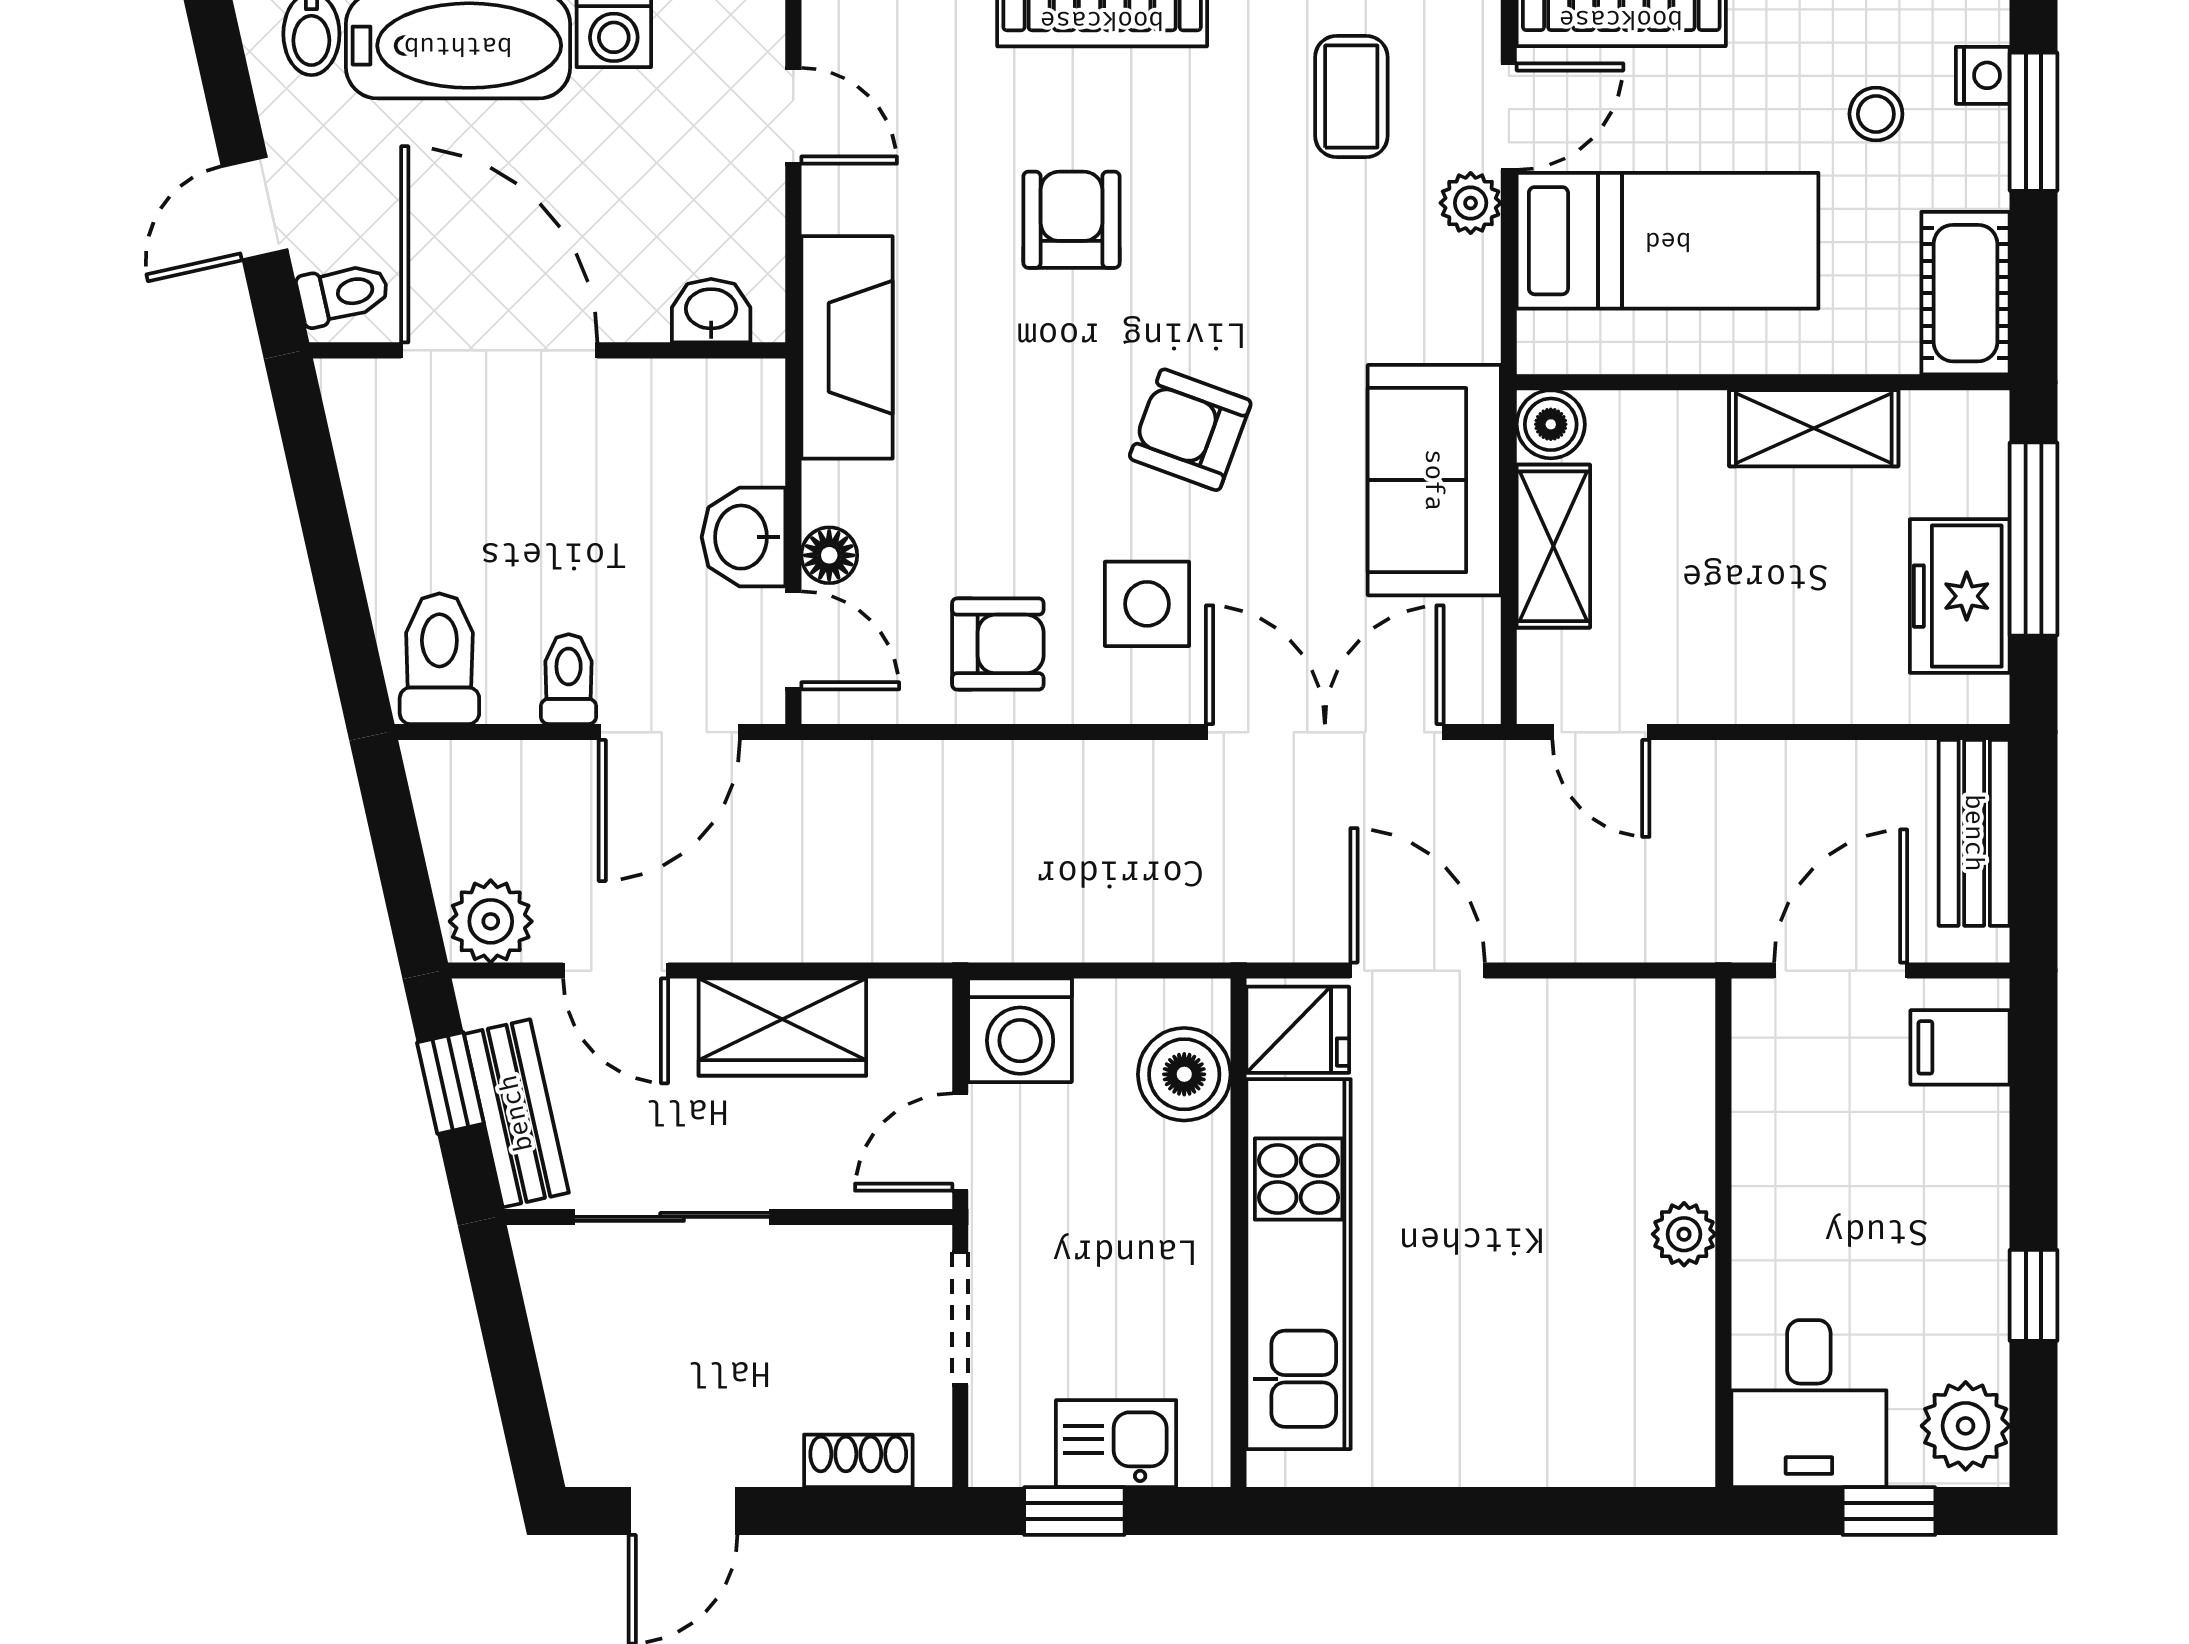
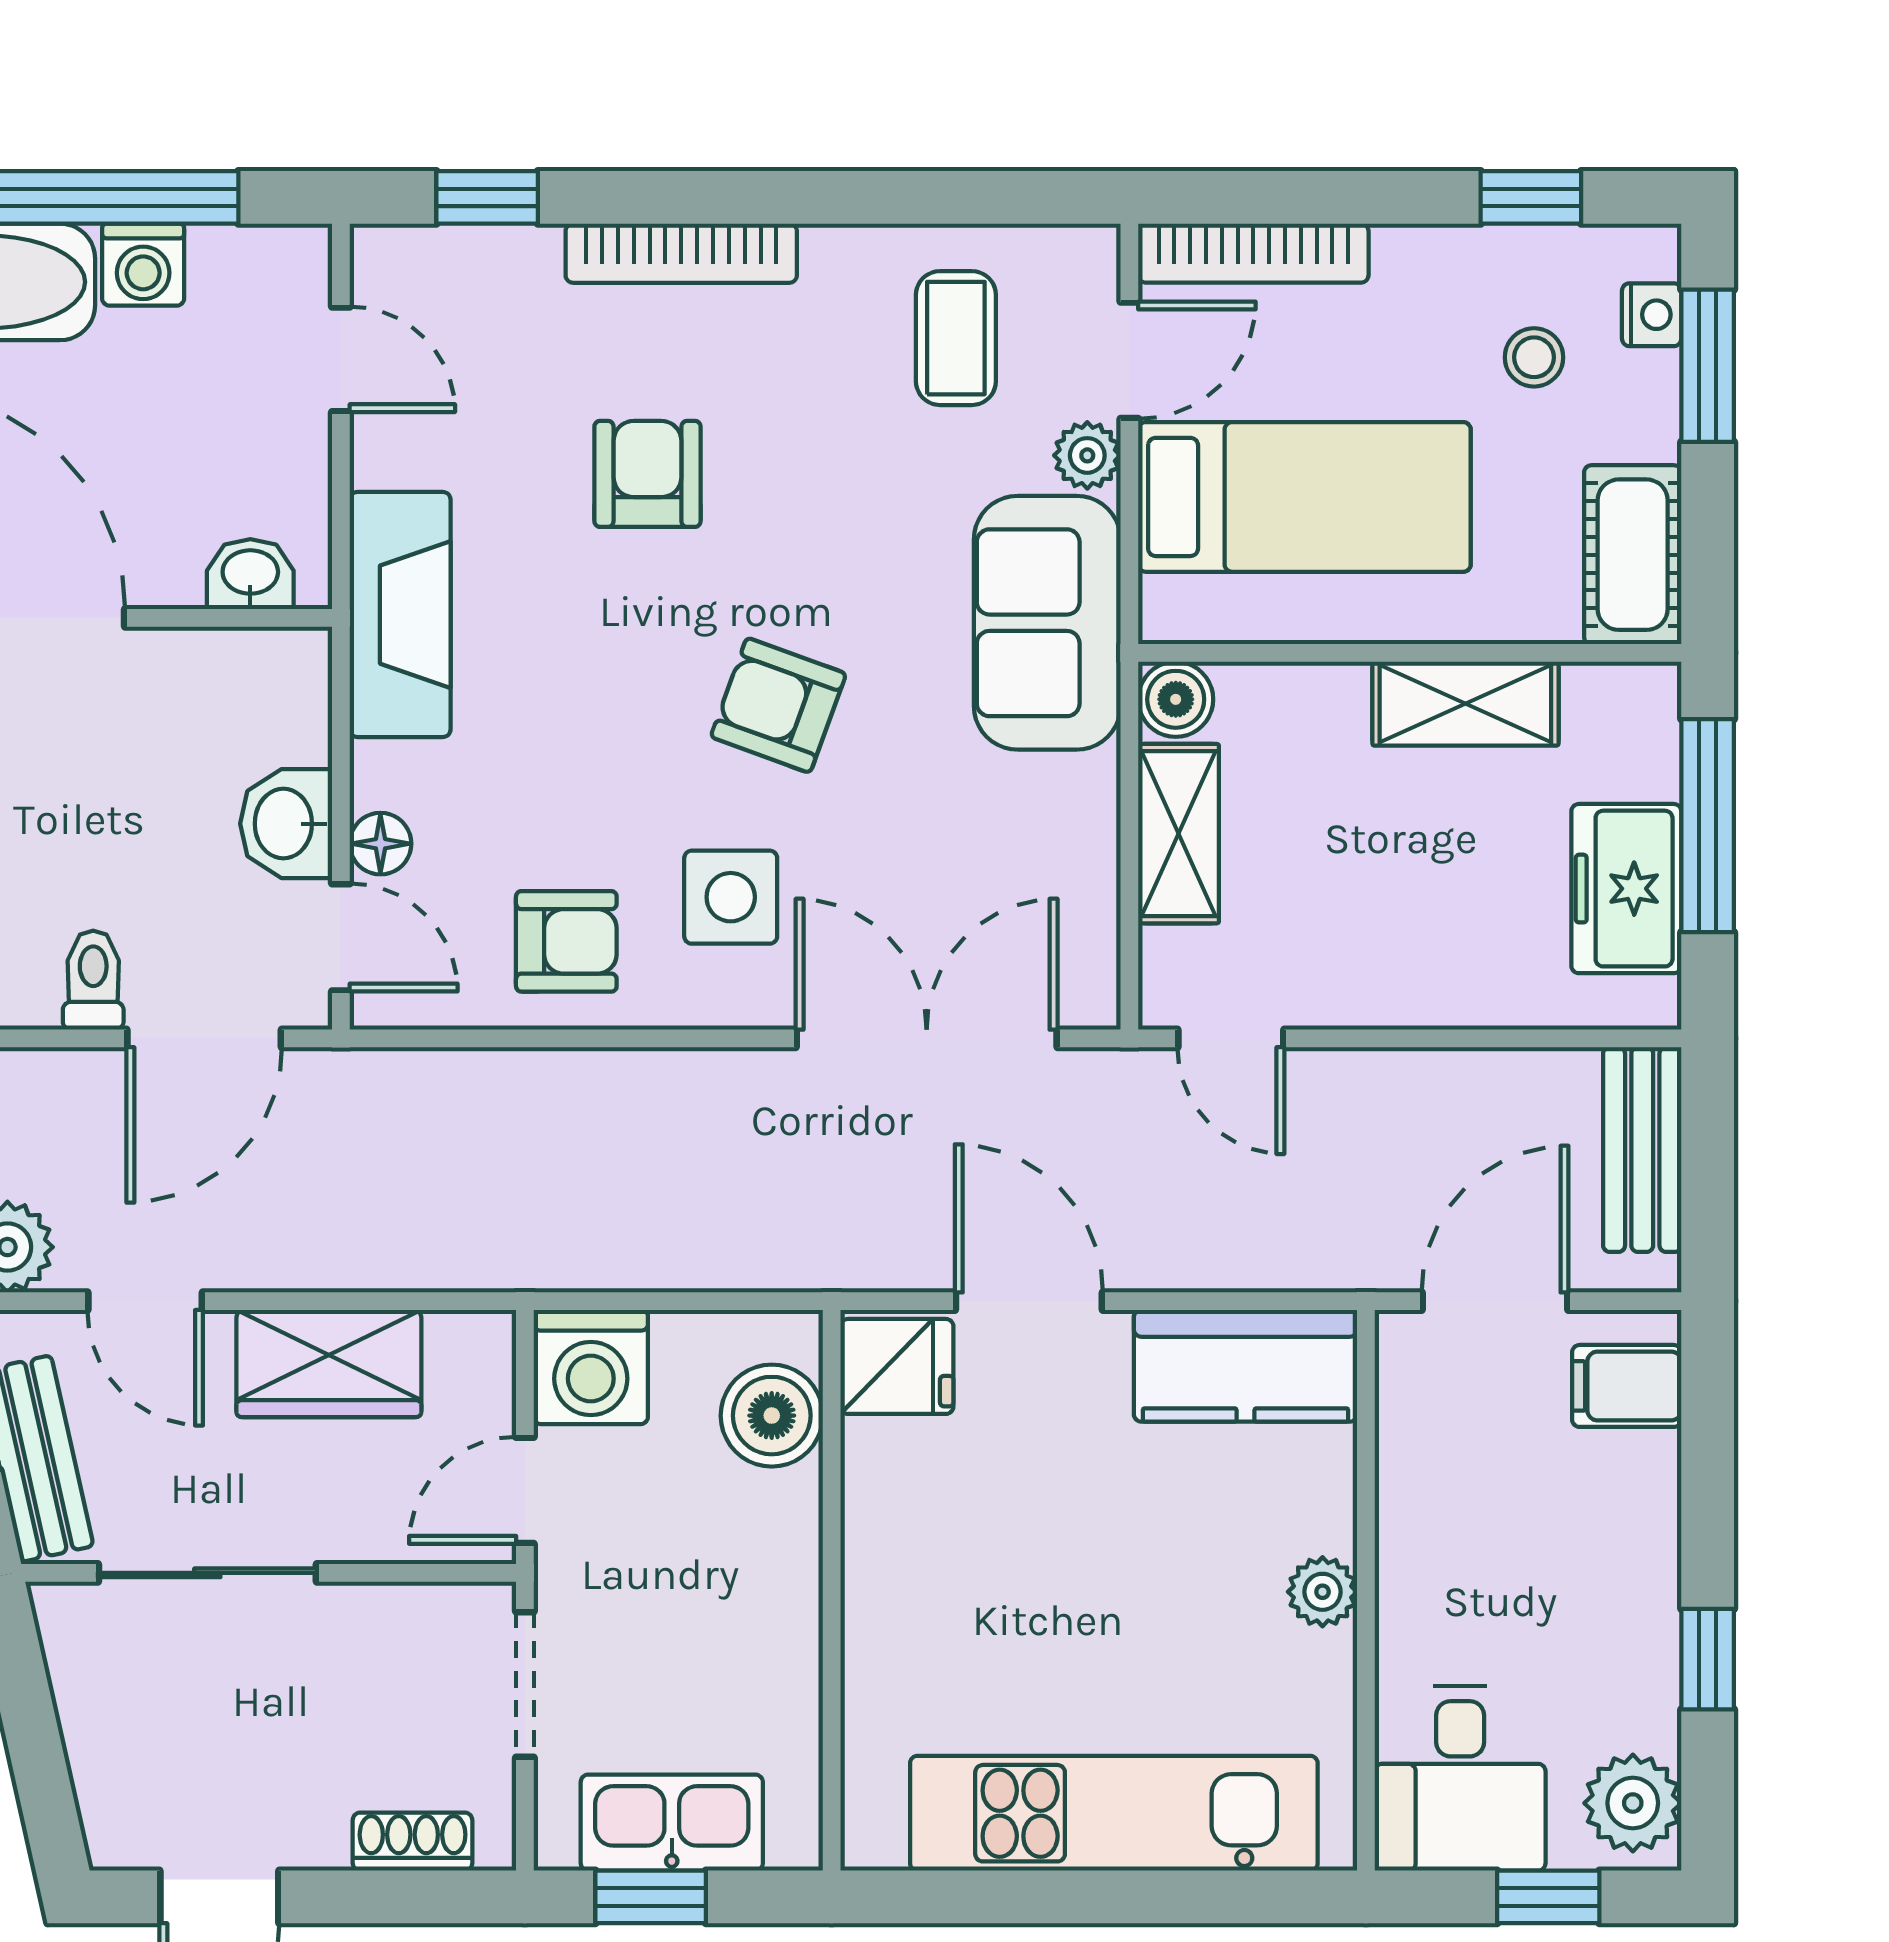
sofa: (1434, 480) -> (1047, 623), moved
kitchen counter: (1614, 1029) -> (1246, 1366), added
kitchen unit: (1299, 1264) -> (1114, 1813), moved, turned -90
kitchen sink: (1116, 1444) -> (672, 1823), width x1.38

